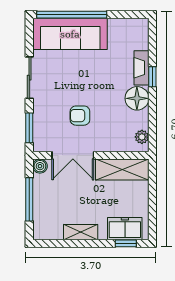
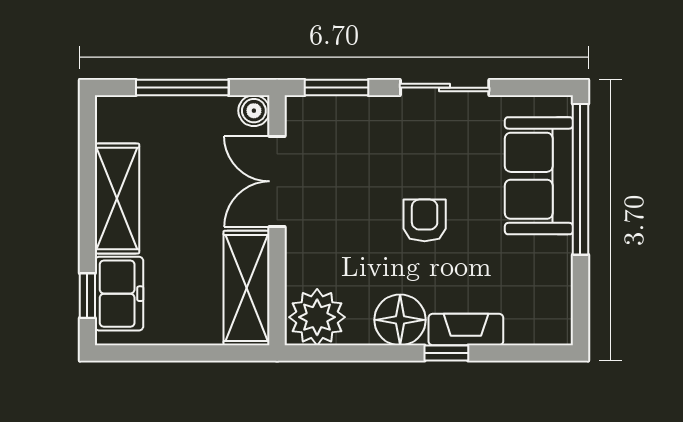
sofa: (70, 34) -> (539, 176), width x0.73
armchair: (80, 116) -> (425, 220), moved
plant: (142, 137) -> (317, 317), width x1.88, depth x1.88
shelving: (81, 232) -> (117, 198), width x1.50, depth x1.33

